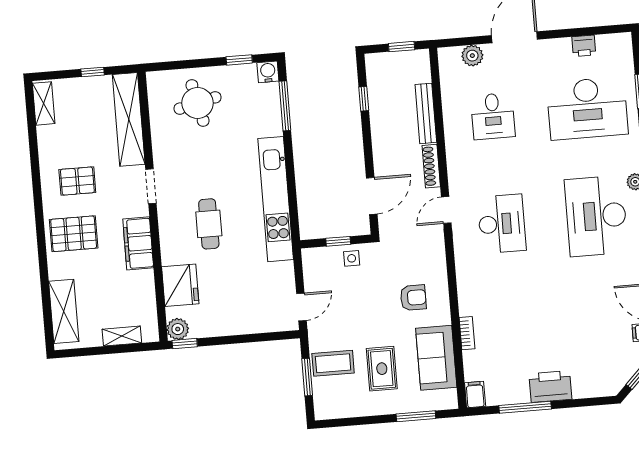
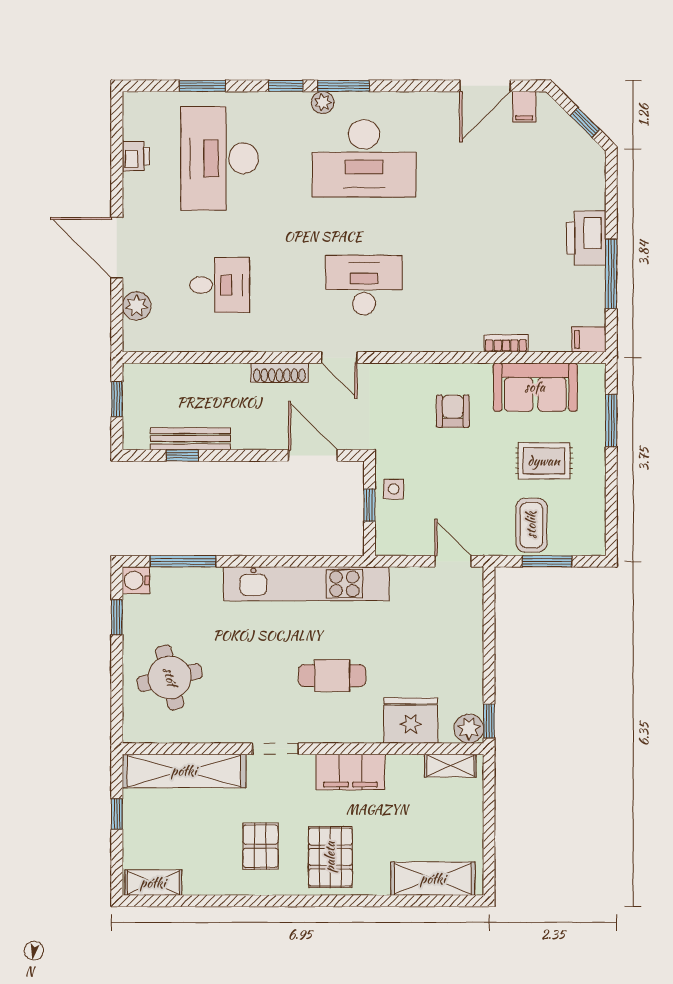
desk: (587, 108) -> (220, 158), turned 180
bench: (426, 113) -> (190, 439), moved
shelving: (122, 336) -> (450, 766), moved, turned 90

